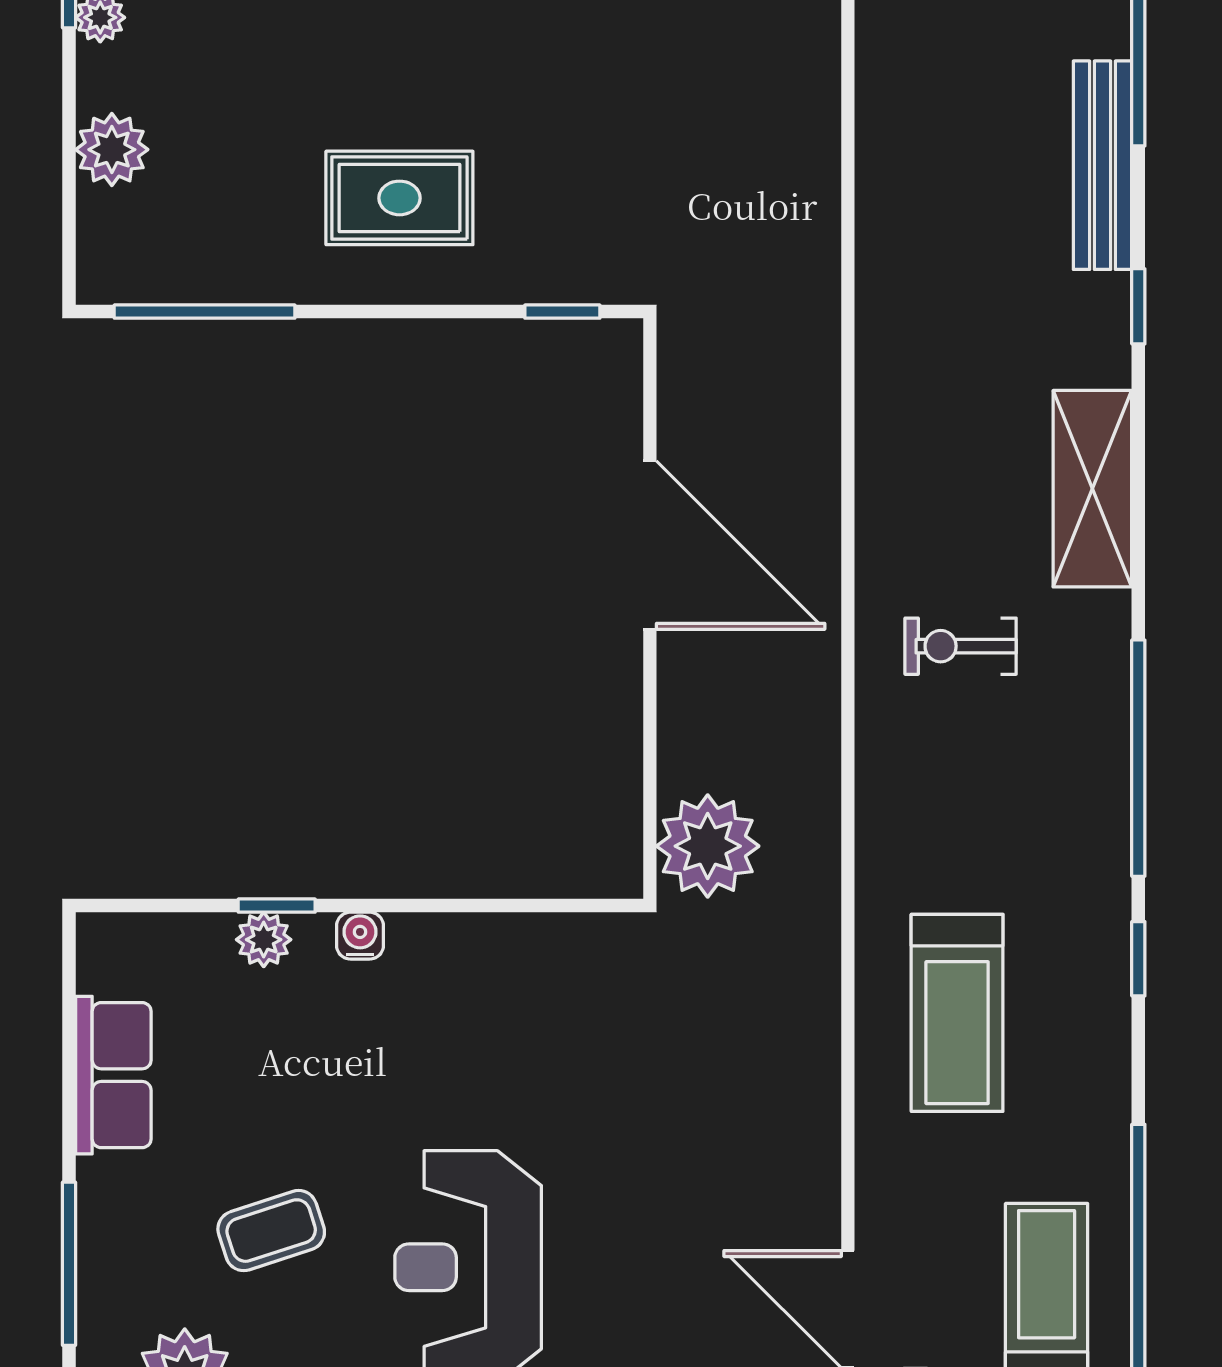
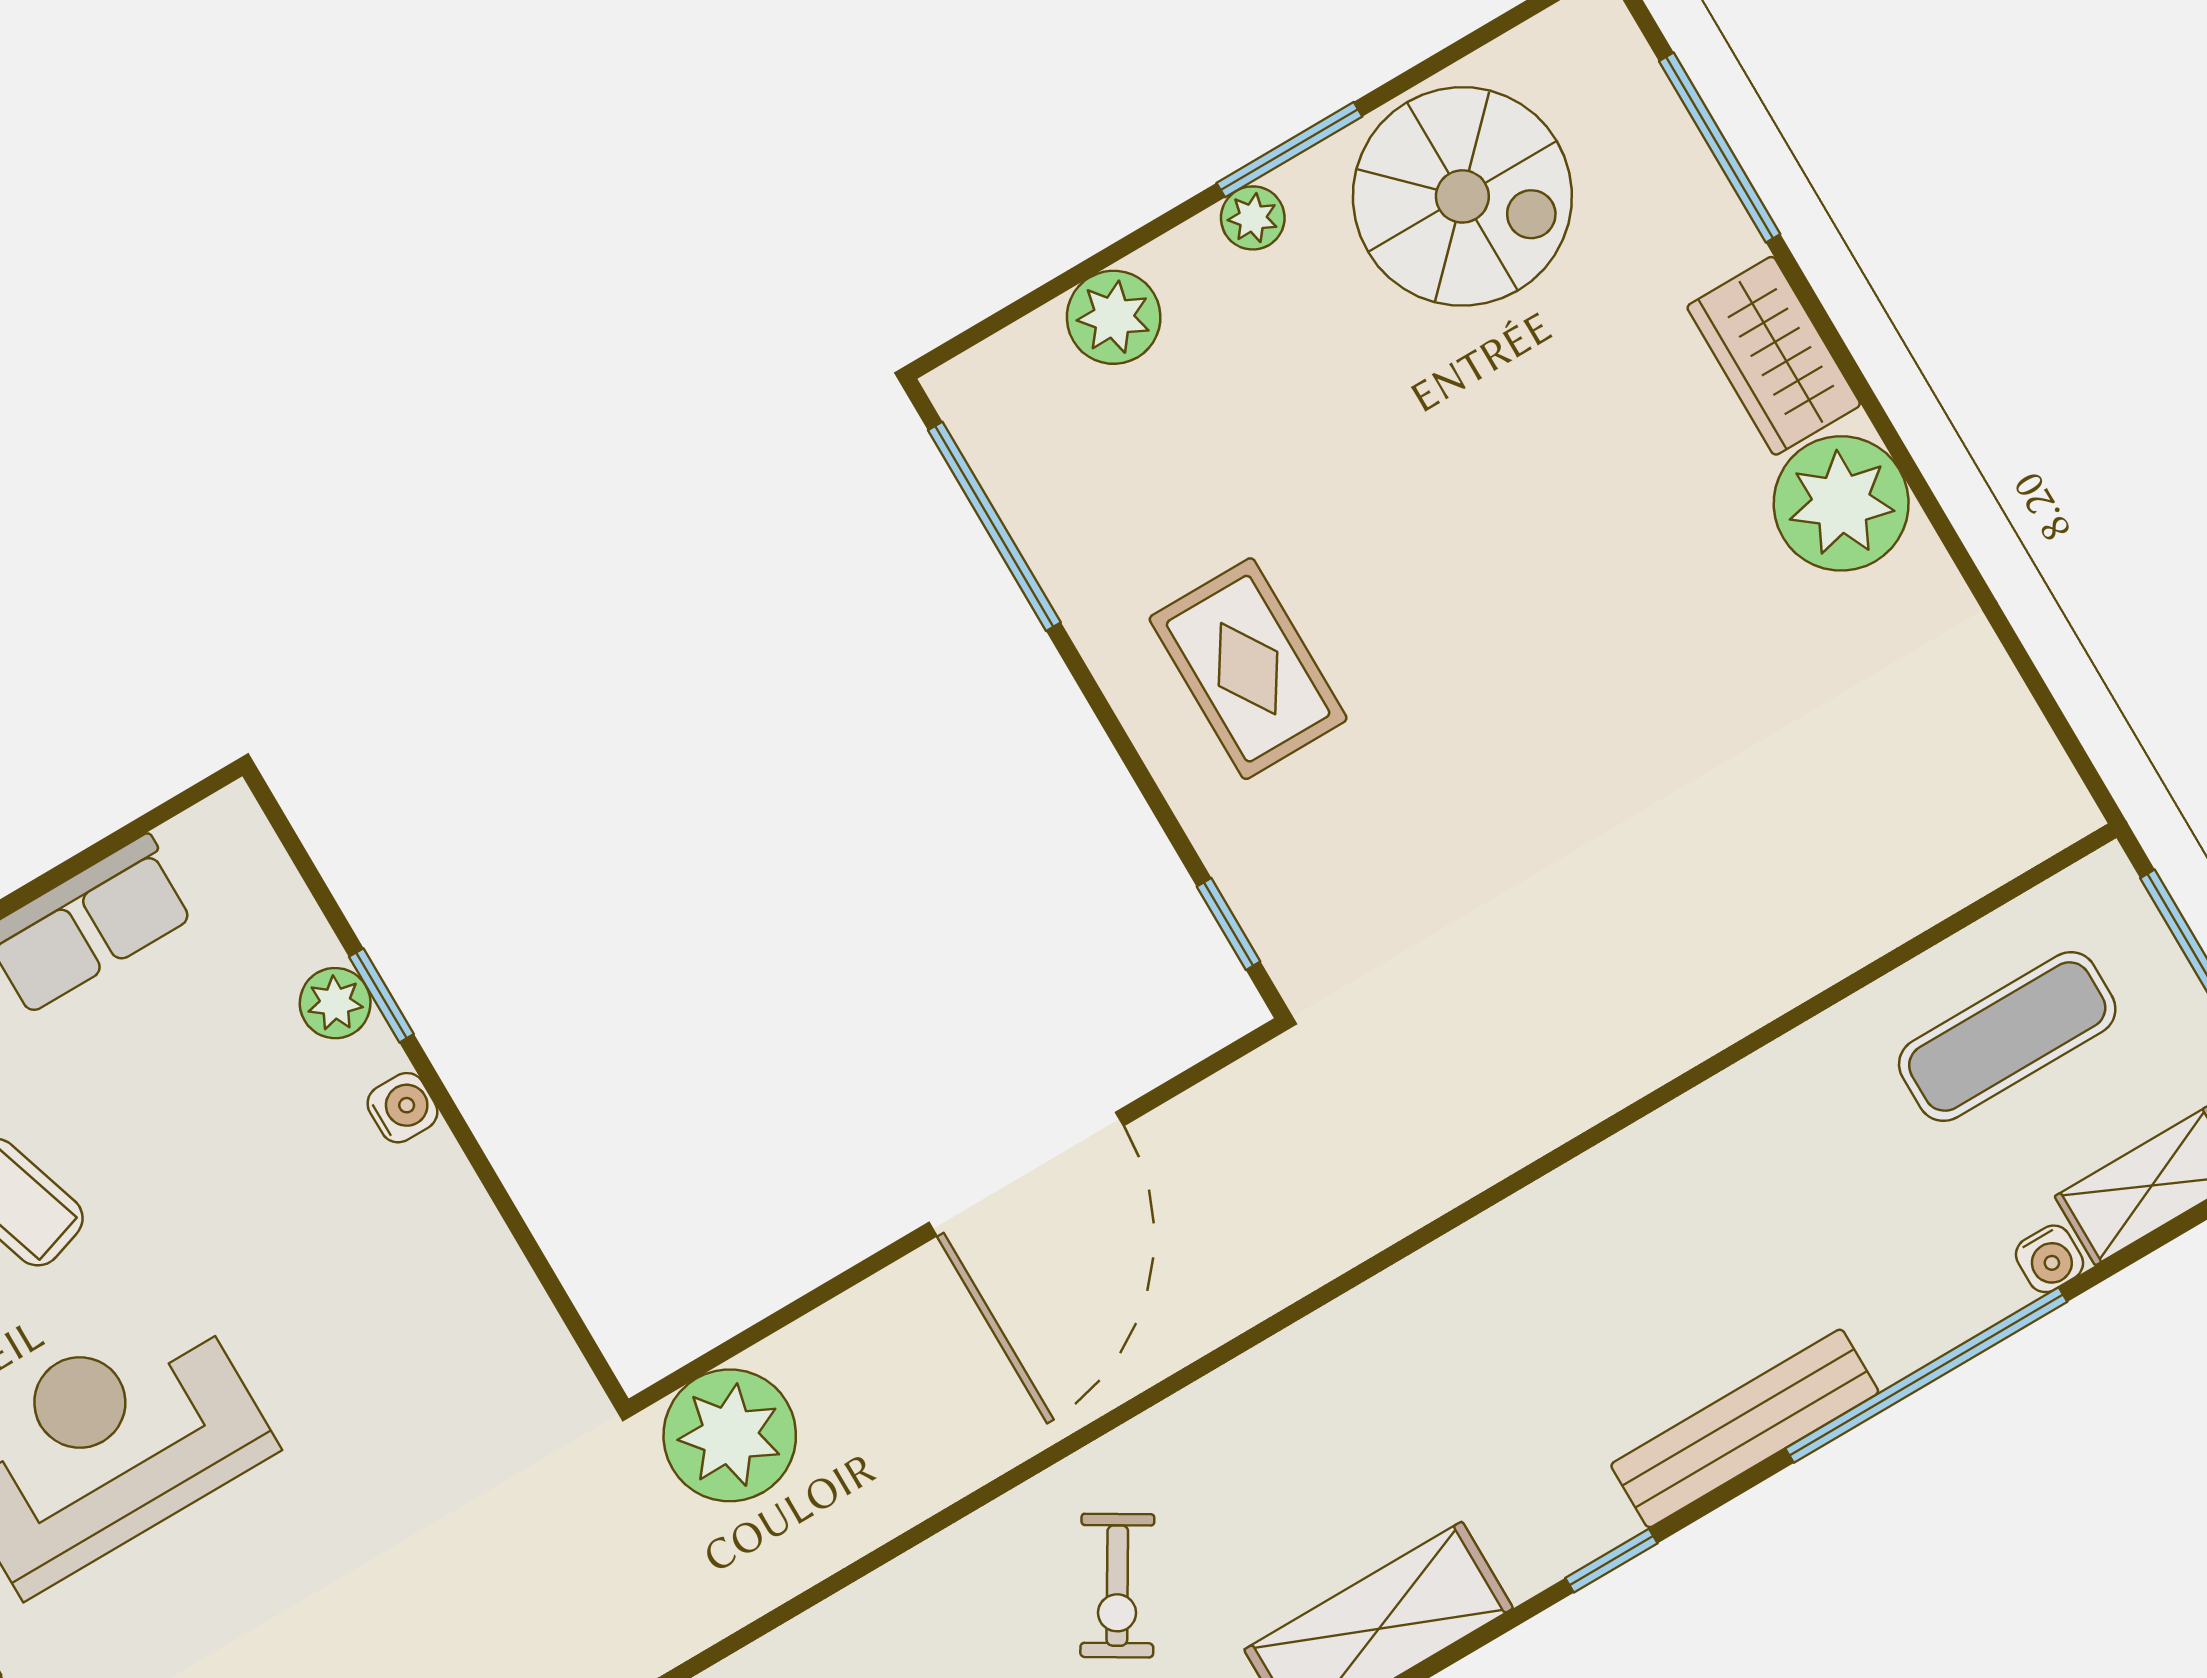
exercise bike: (961, 646) -> (1117, 1586), turned -149

